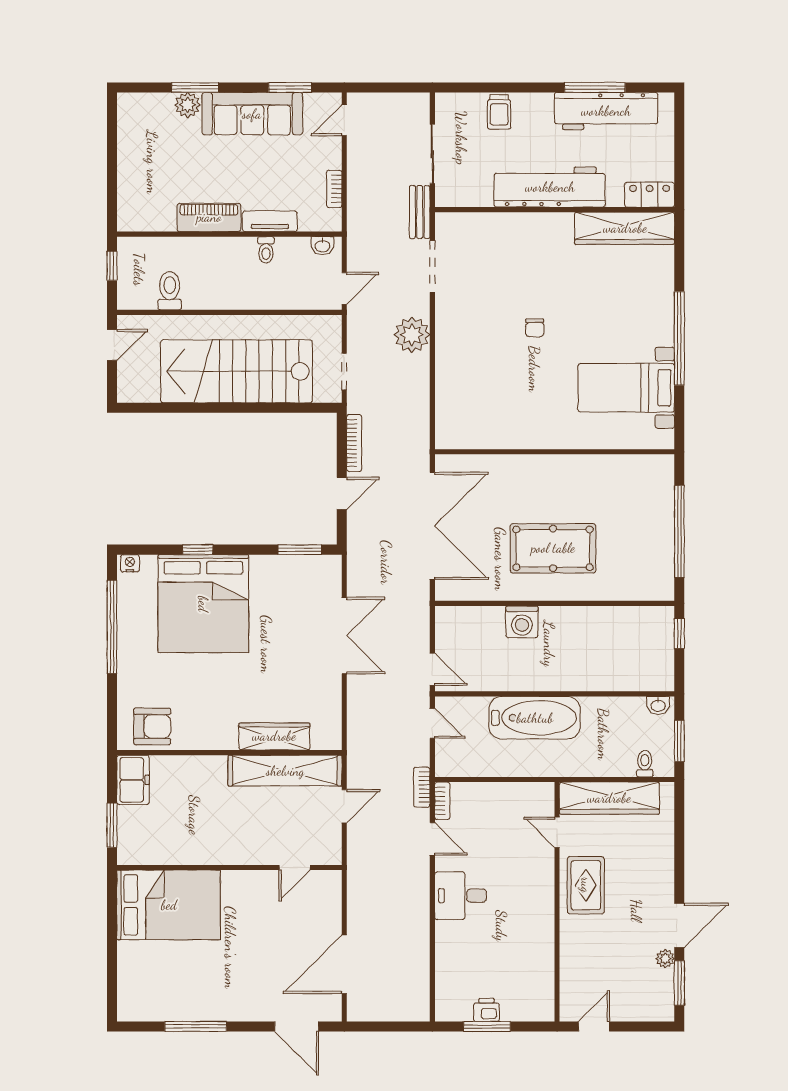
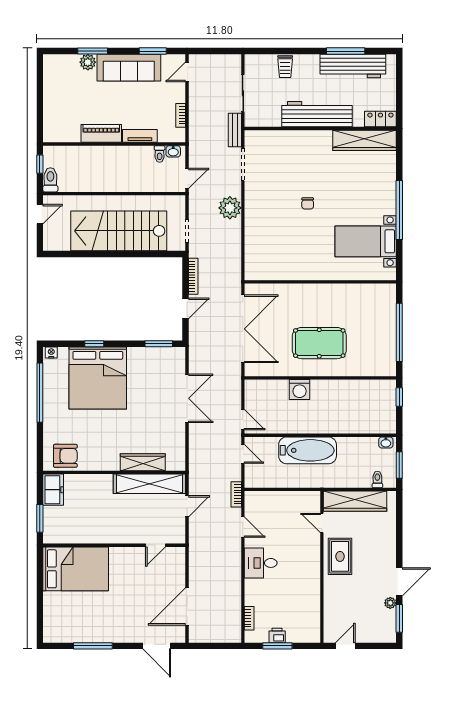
toilet: (266, 250) -> (160, 154), moved
toilet: (170, 291) -> (50, 180), moved
bookcase: (442, 801) -> (249, 618), moved

